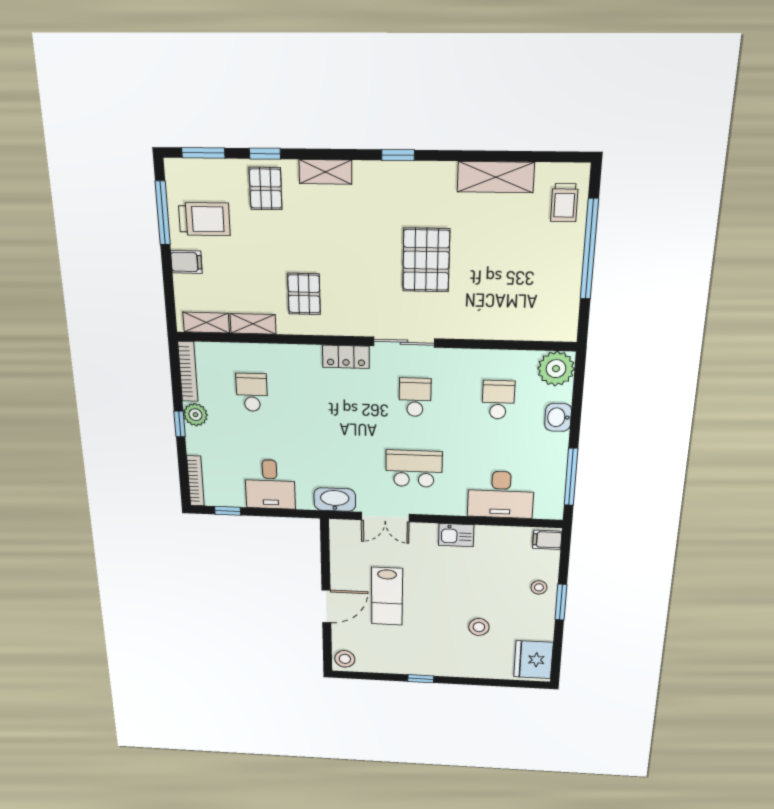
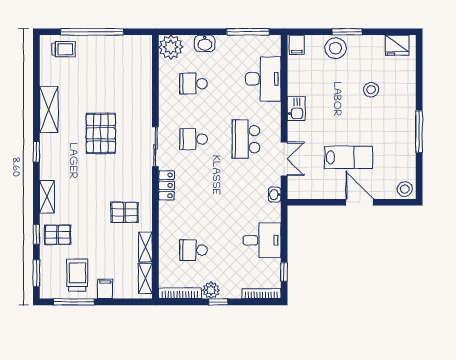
shelving: (496, 177) -> (49, 109), moved
pallet: (426, 260) -> (101, 133), turned 90
washbasin: (335, 500) -> (275, 195), width x0.52, depth x0.69
stool: (539, 587) -> (336, 48), width x1.89, depth x1.89
fridge: (533, 660) -> (397, 45), width x0.73, depth x0.75
window: (421, 679) -> (419, 132), width x2.17

